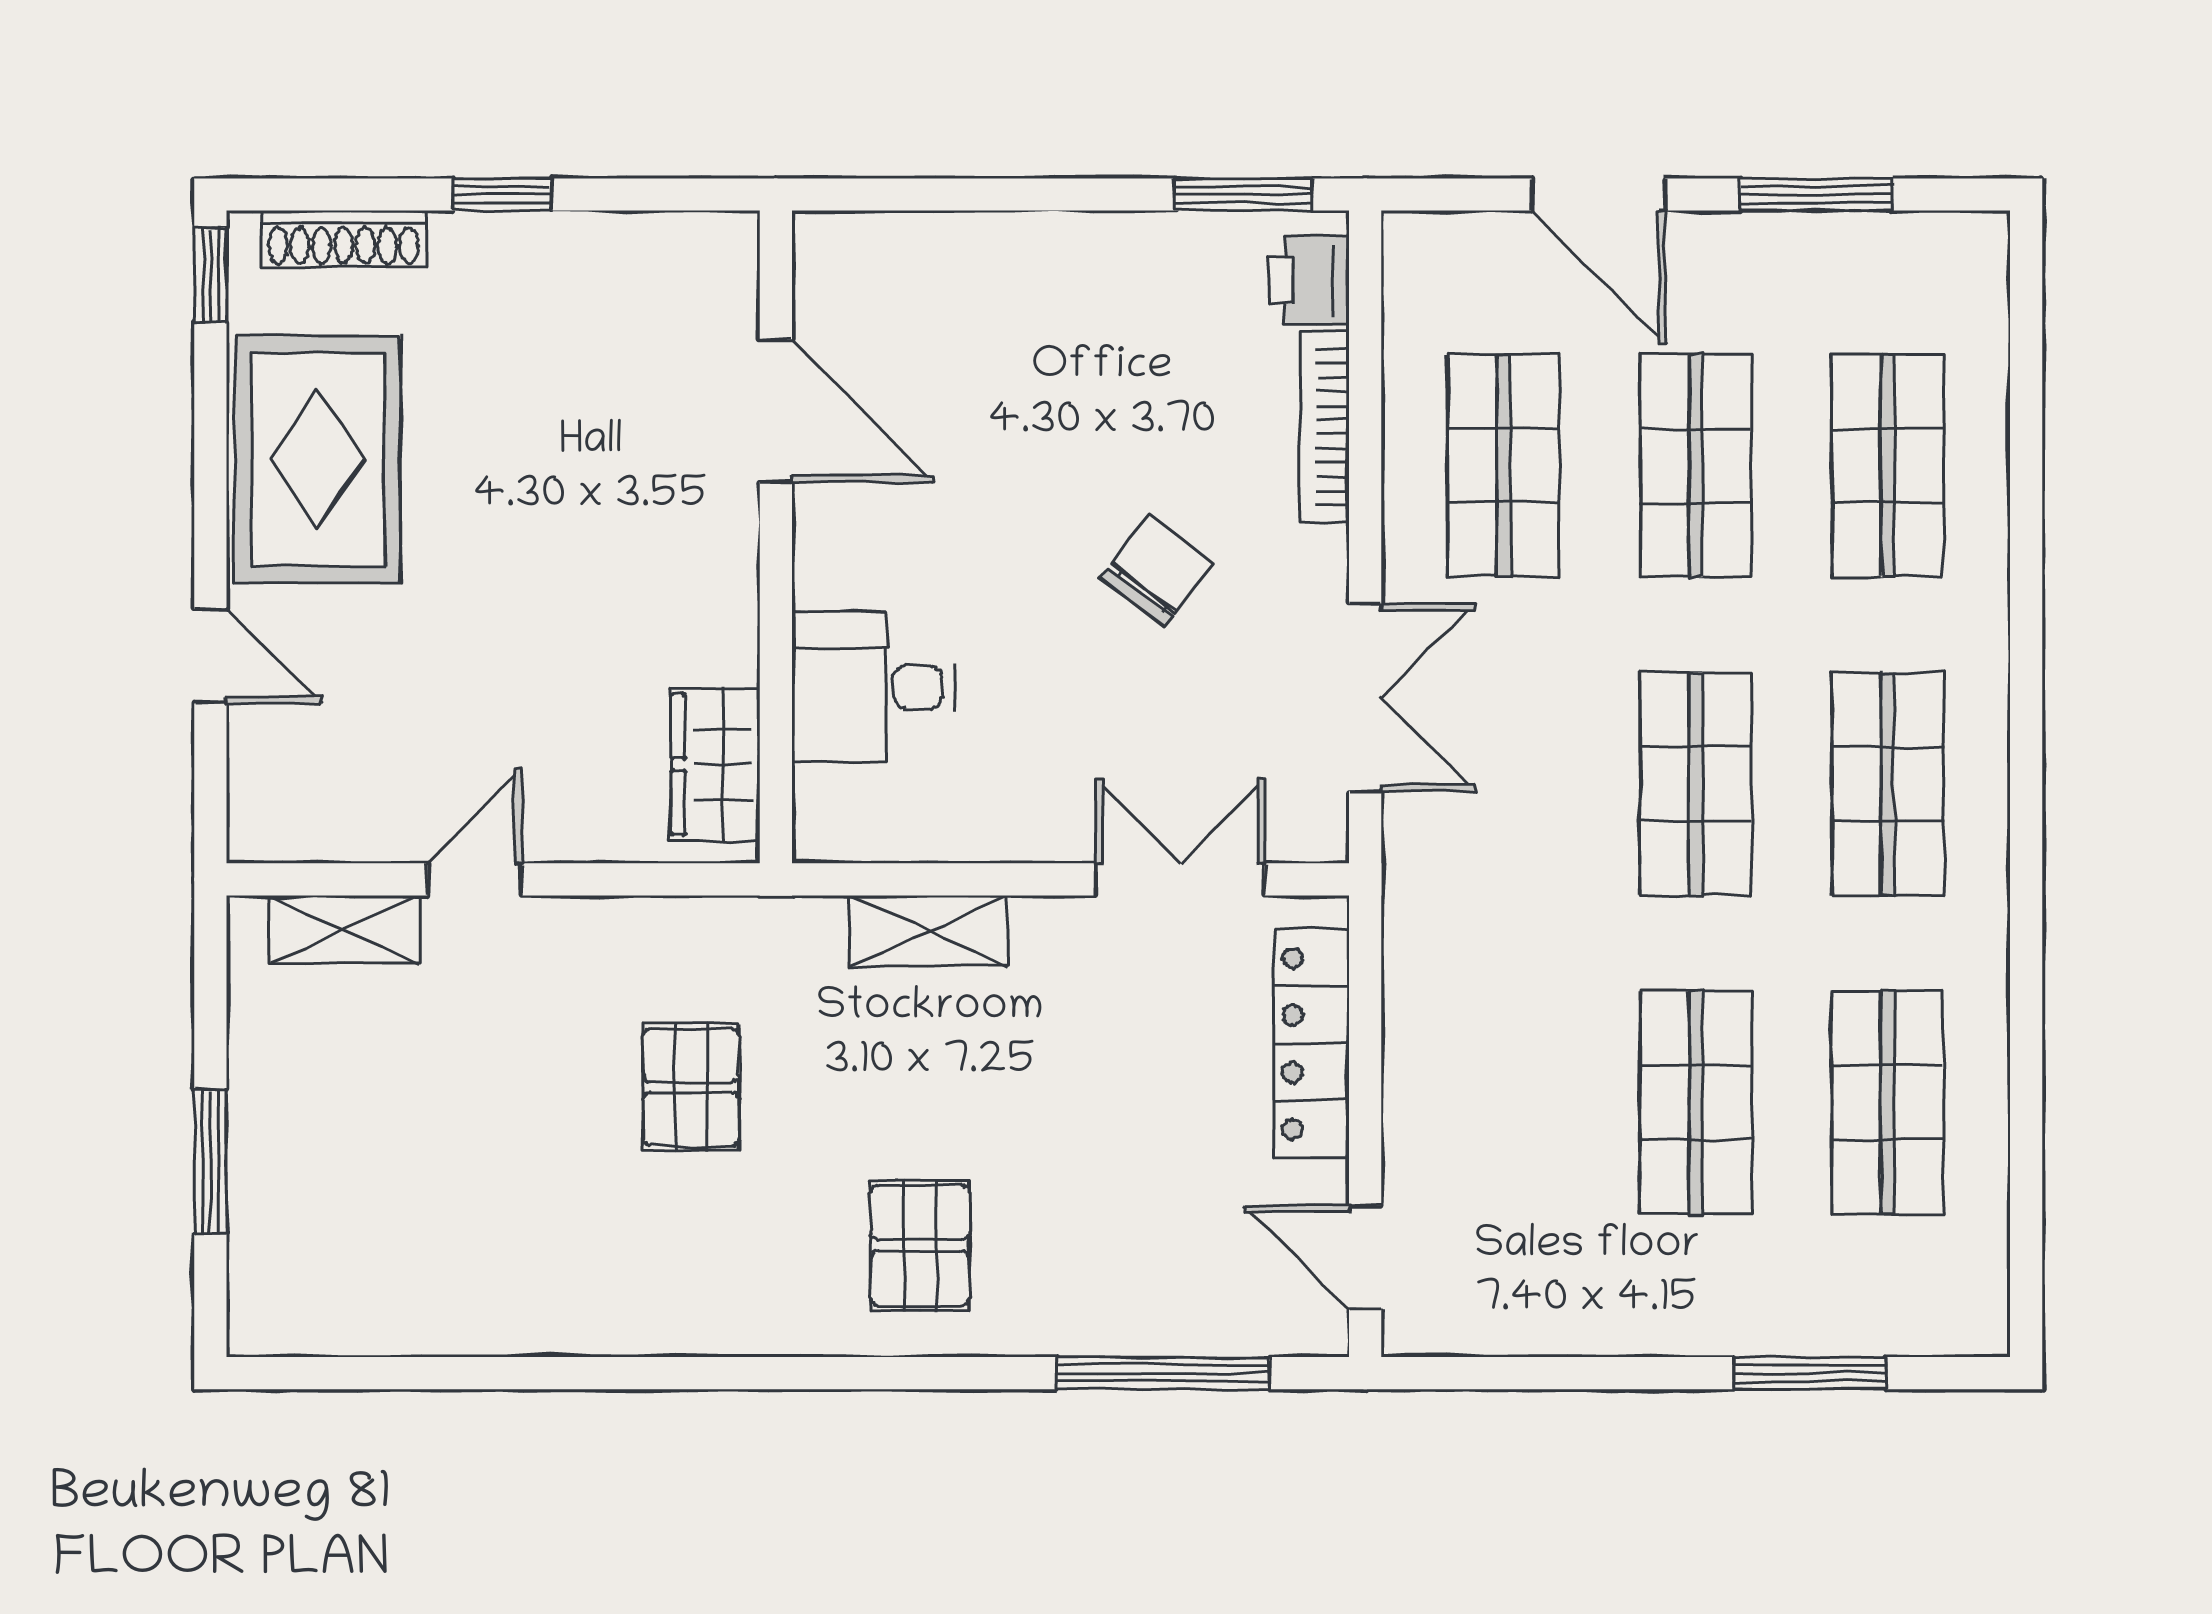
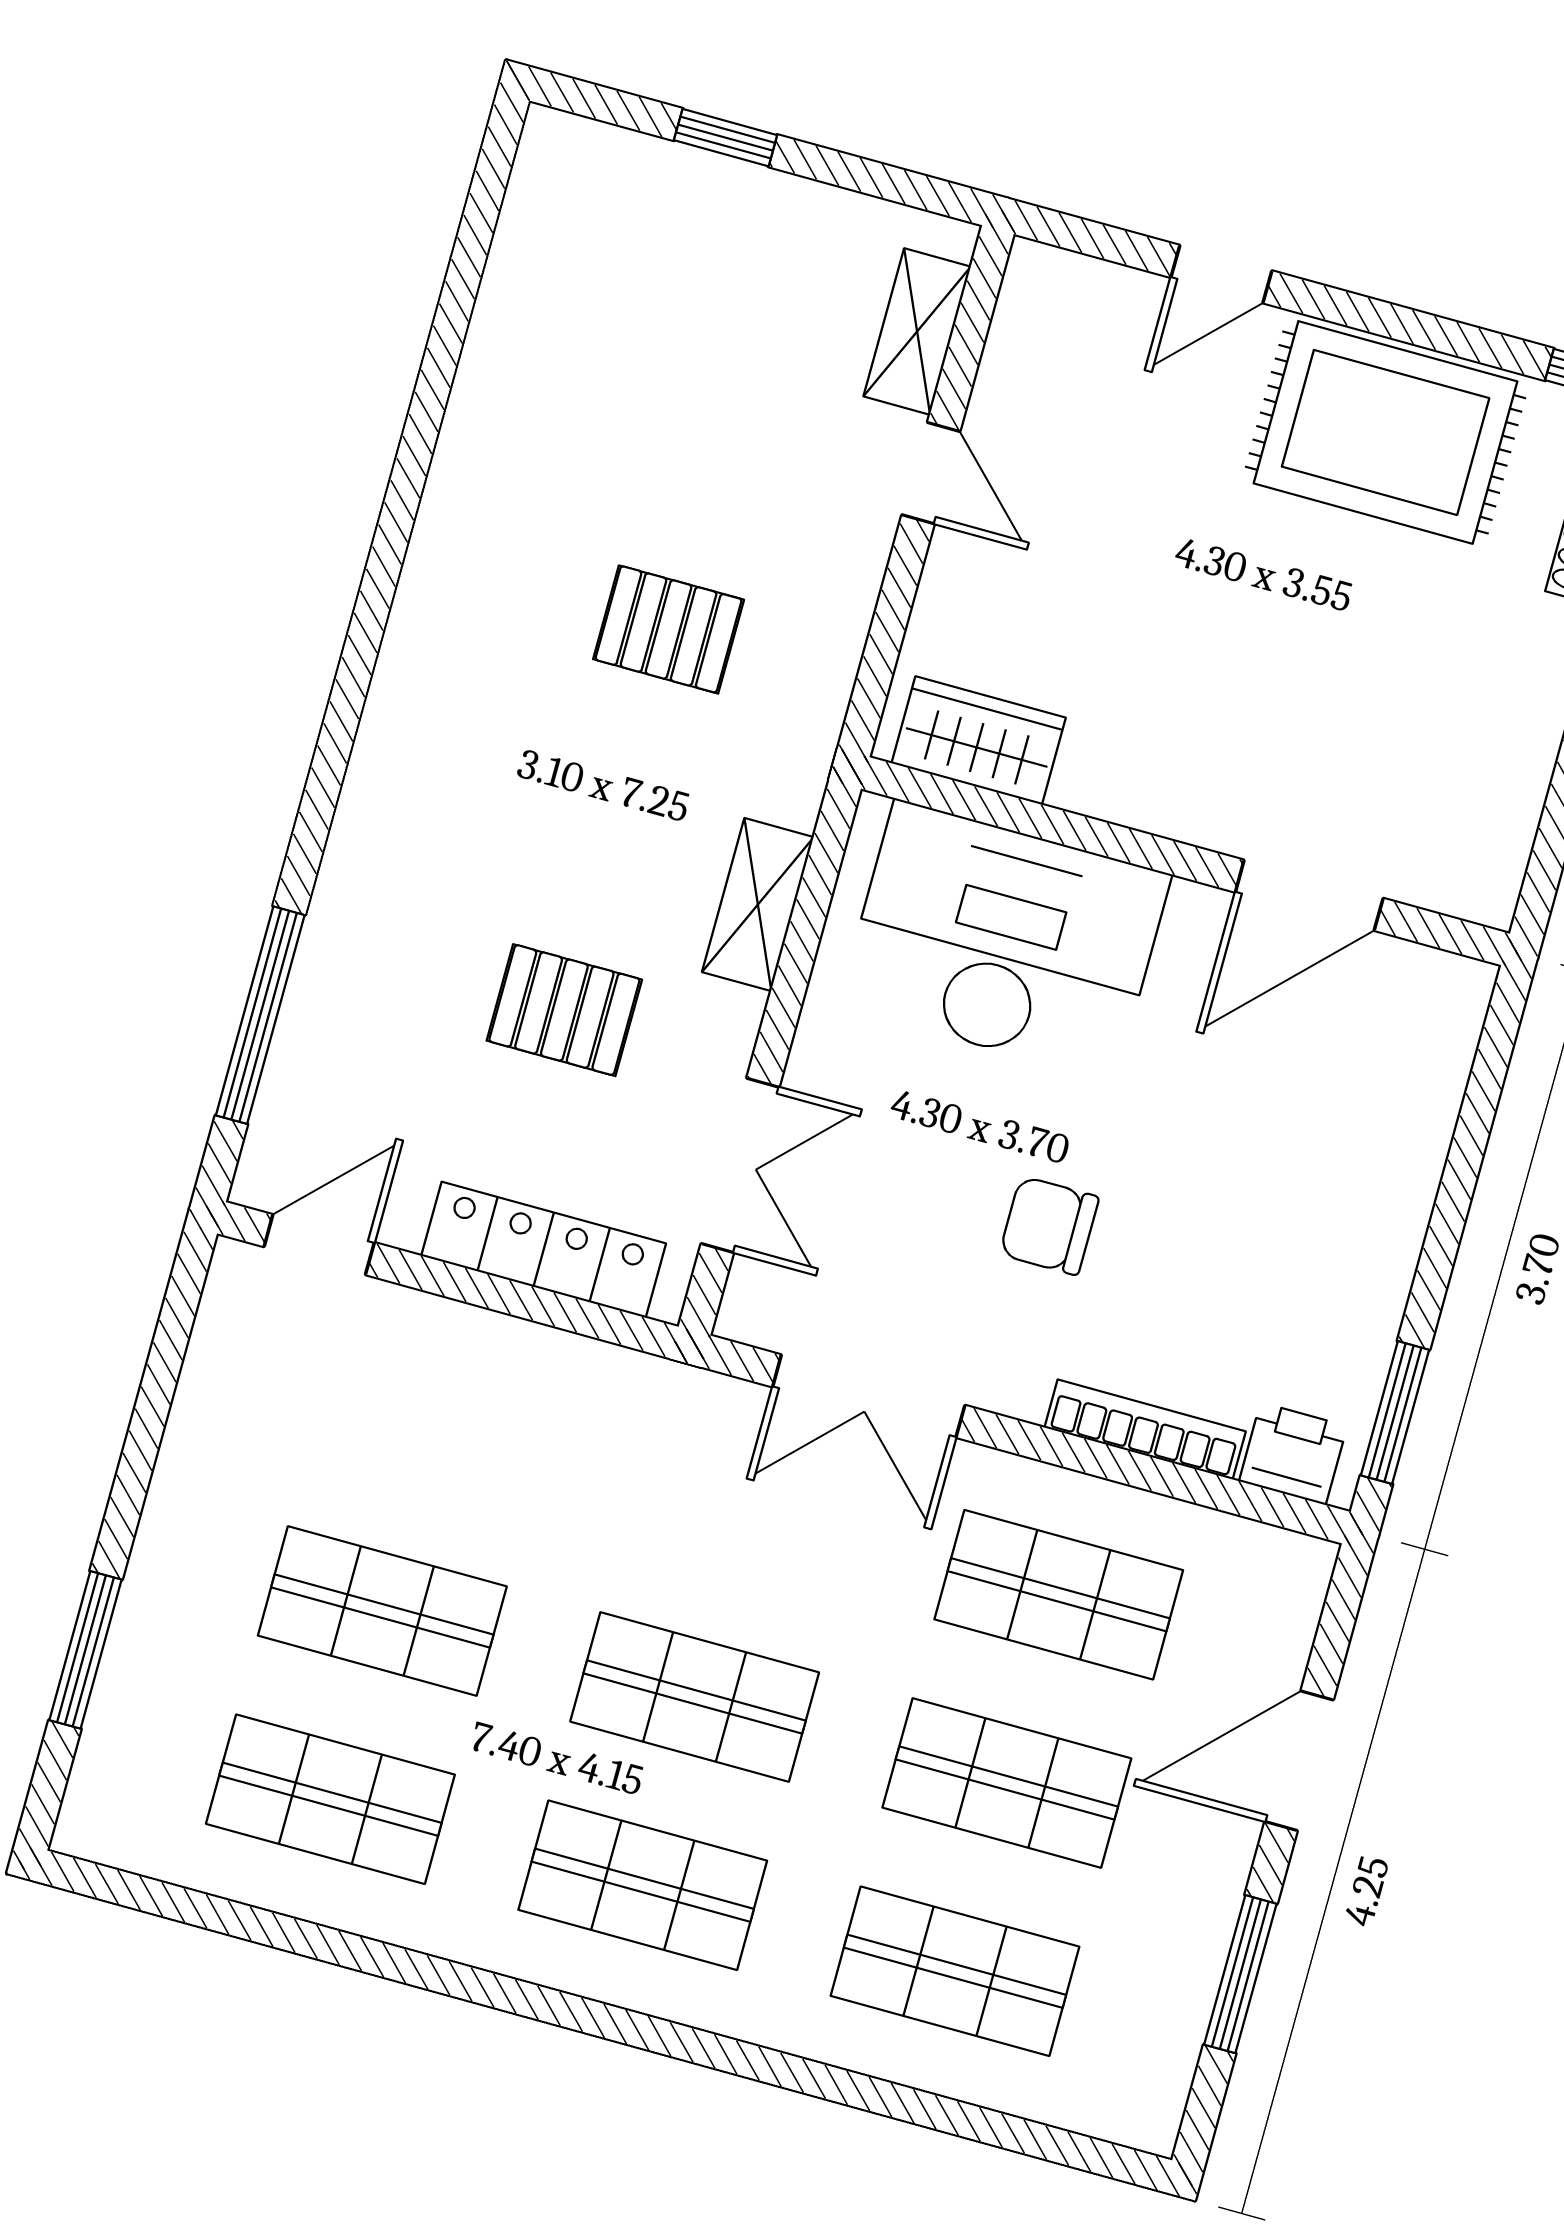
chair: (1157, 571) -> (1049, 1226), turned 143
desk: (873, 687) -> (1005, 940), width x1.87, depth x1.30
window: (210, 1161) -> (726, 138), width x0.67
pallet: (920, 1245) -> (564, 1010), moved

